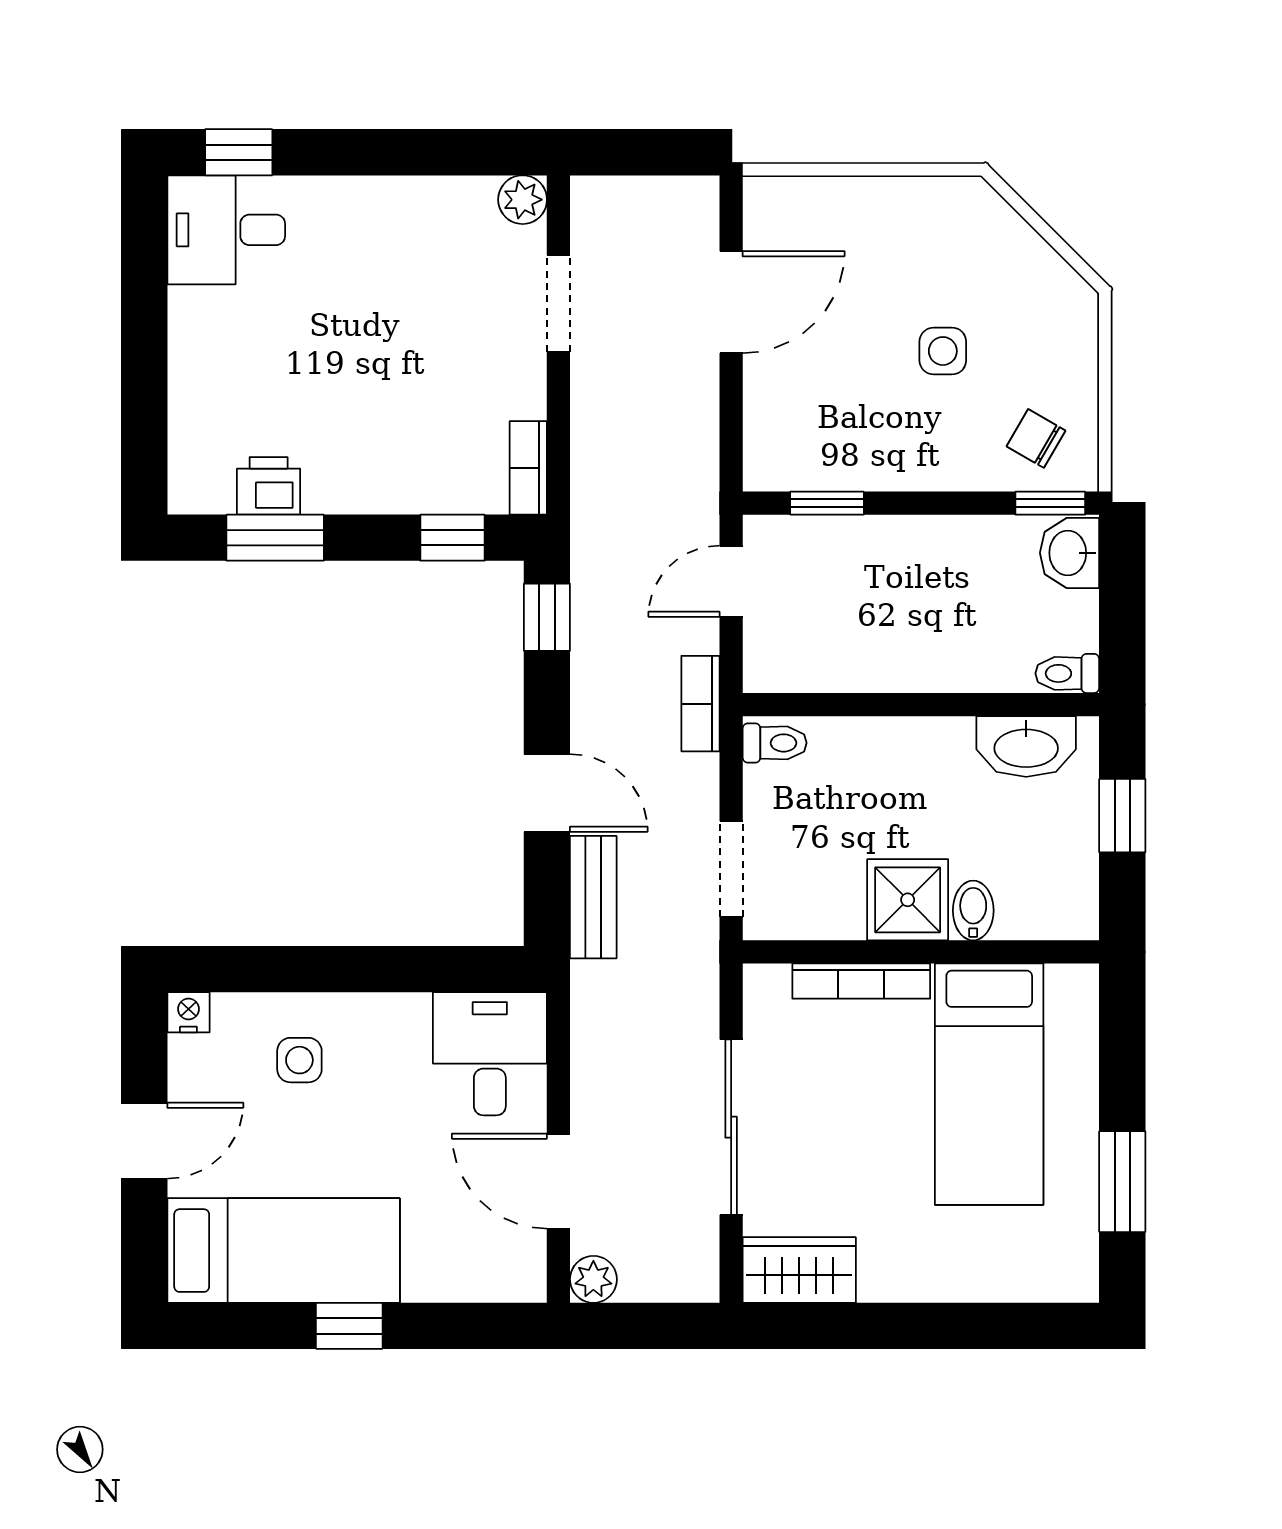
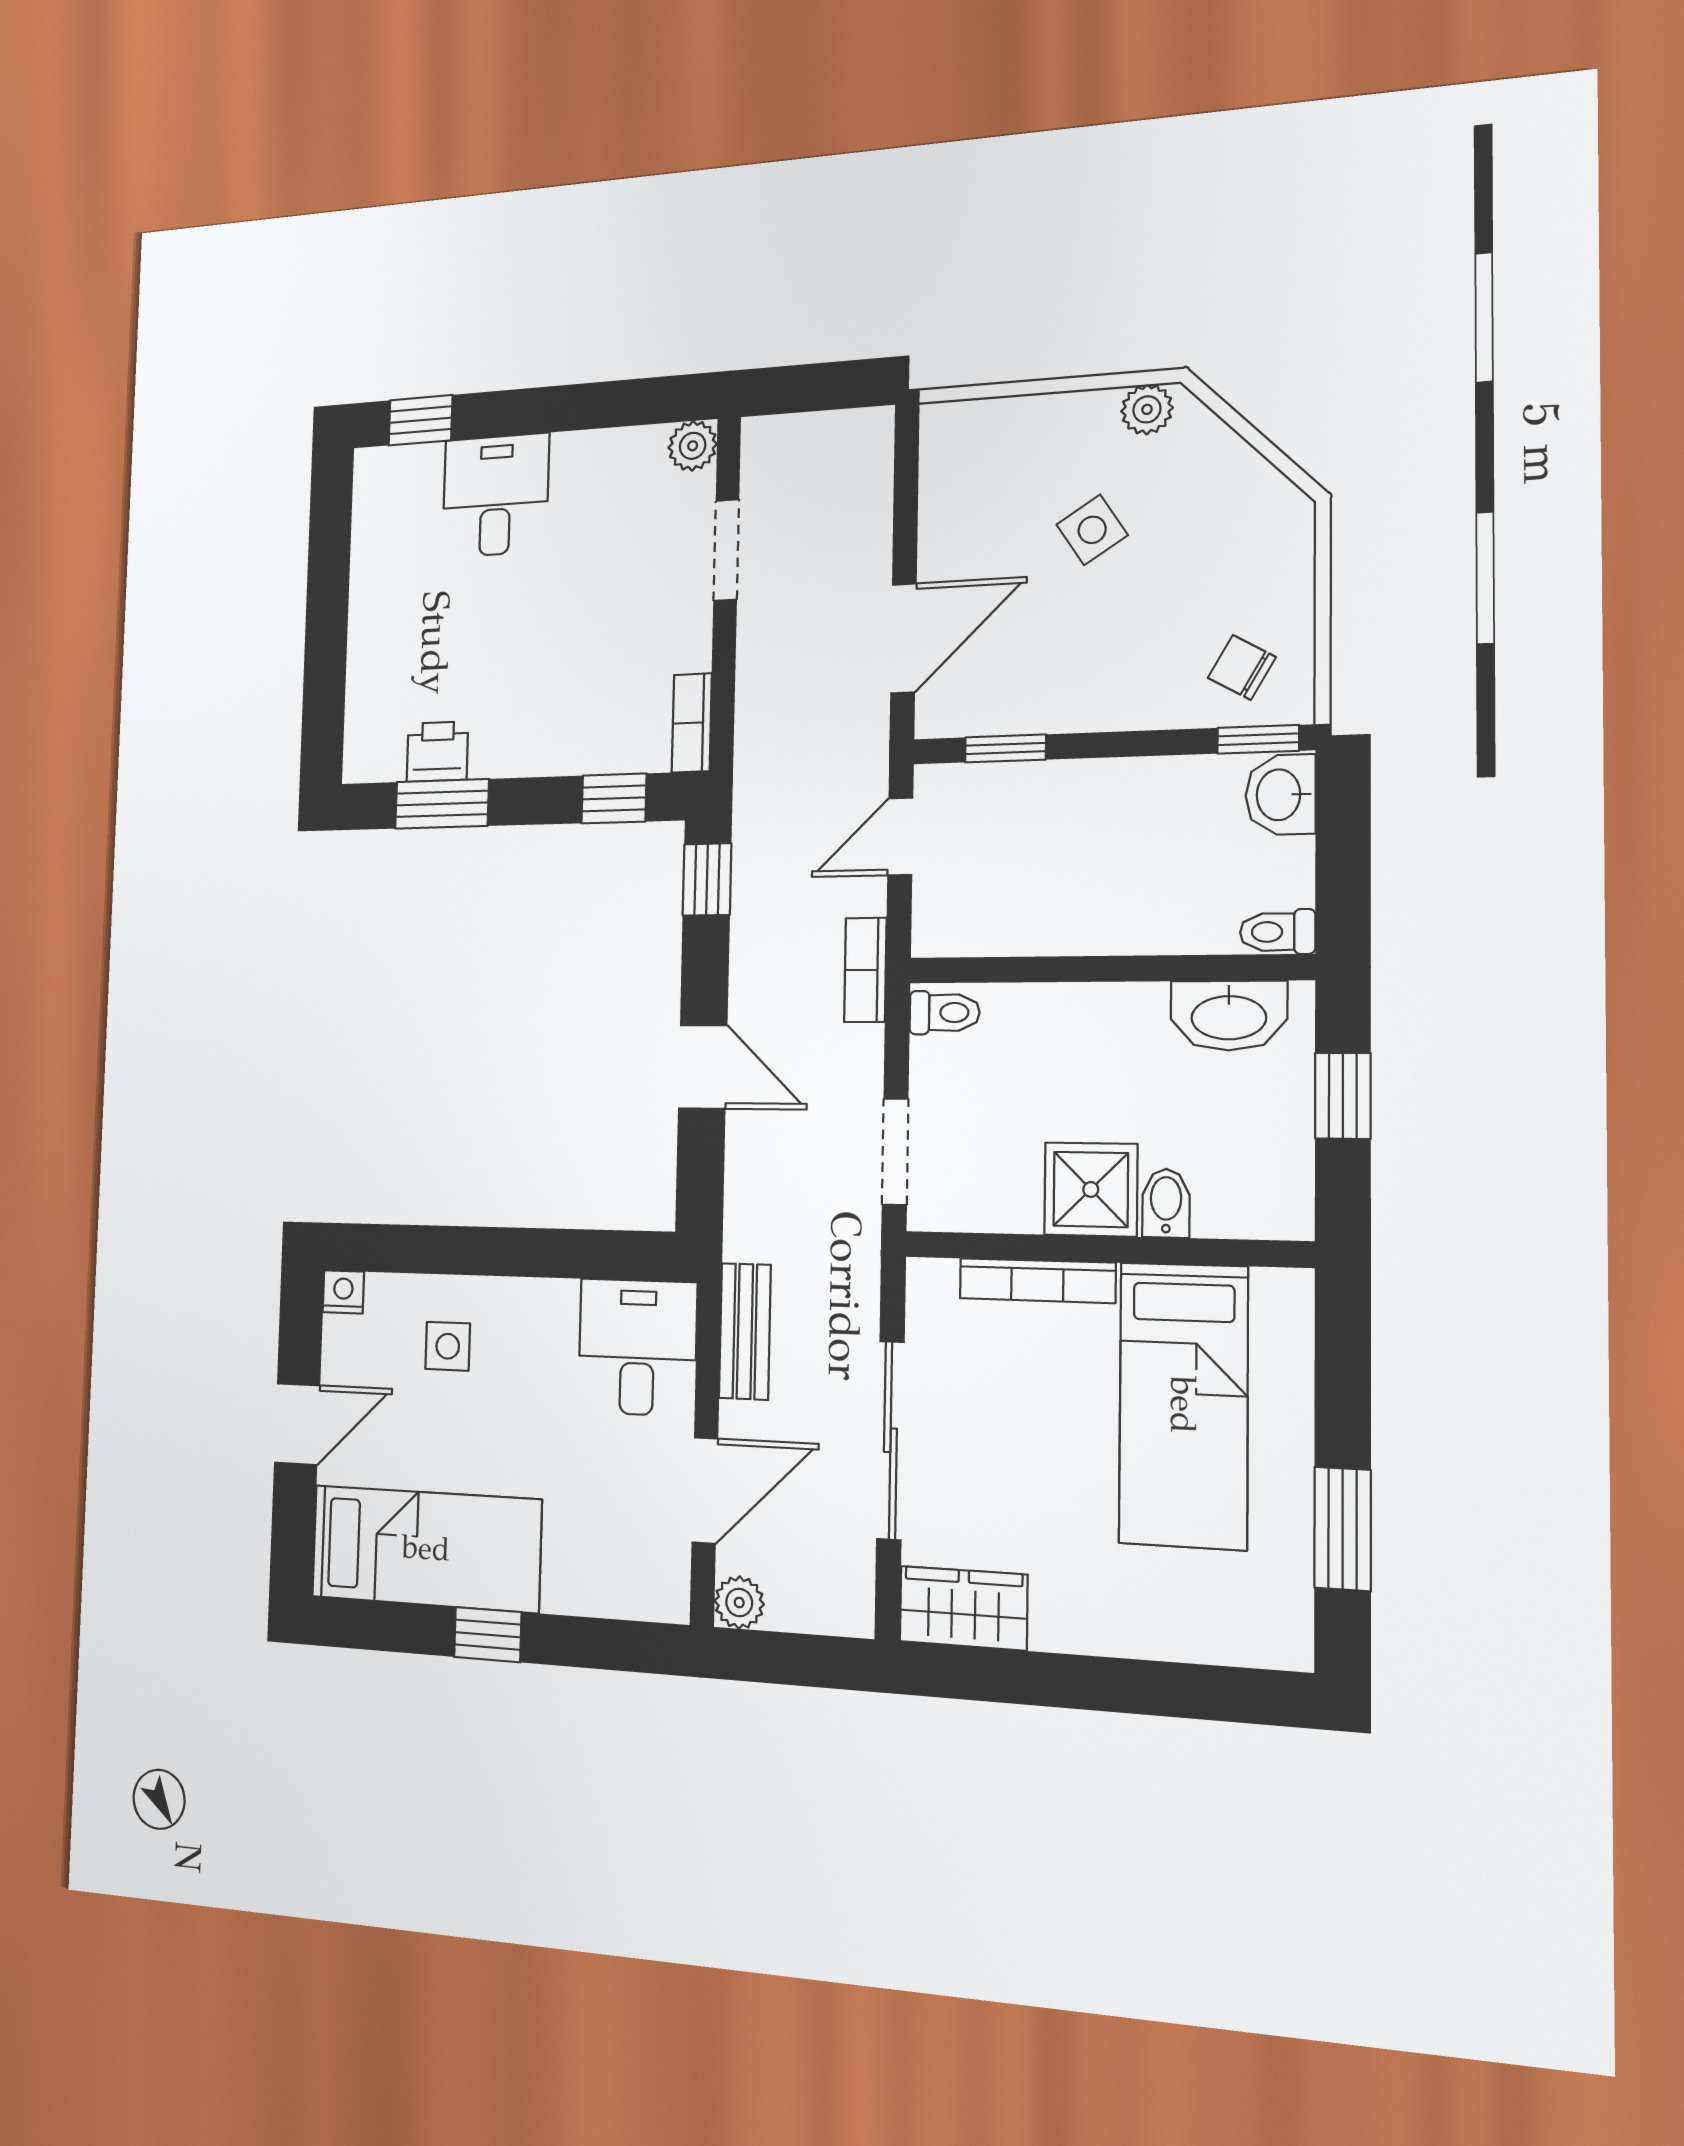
plant: (951, 198) -> (1147, 409), added
desk: (226, 230) -> (496, 495), moved, turned 90
door: (731, 302) -> (904, 638), moved
side table: (943, 351) -> (1092, 530), moved, turned -33
bench: (593, 897) -> (745, 1331), moved
door: (558, 1181) -> (705, 1490), swing flipped

